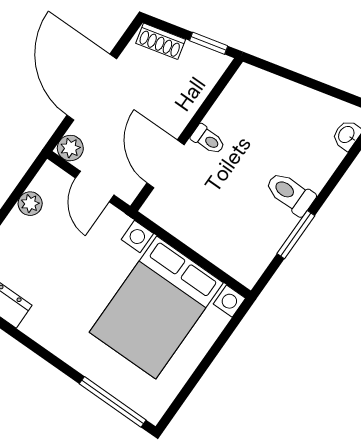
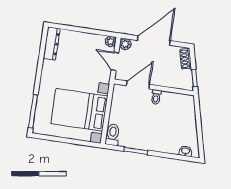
door: (95, 187) -> (115, 61), hinge flipped
toilet: (290, 193) -> (113, 135), moved
plant: (30, 204) -> (111, 41), moved

